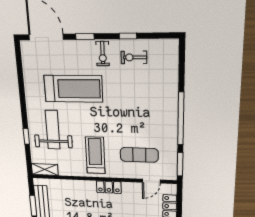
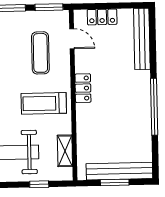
window: (26, 136) -> (39, 184), moved
shelving: (45, 169) -> (65, 151), moved

